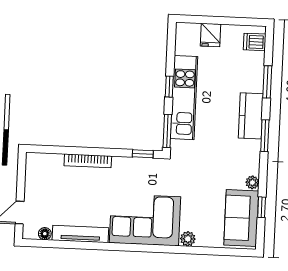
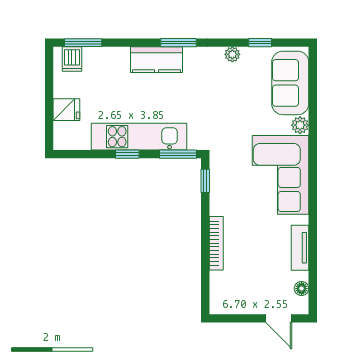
window: (267, 82) -> (83, 43), moved
sofa: (241, 218) -> (290, 83), moved, turned 90
tv unit: (80, 234) -> (300, 248), width x0.71

